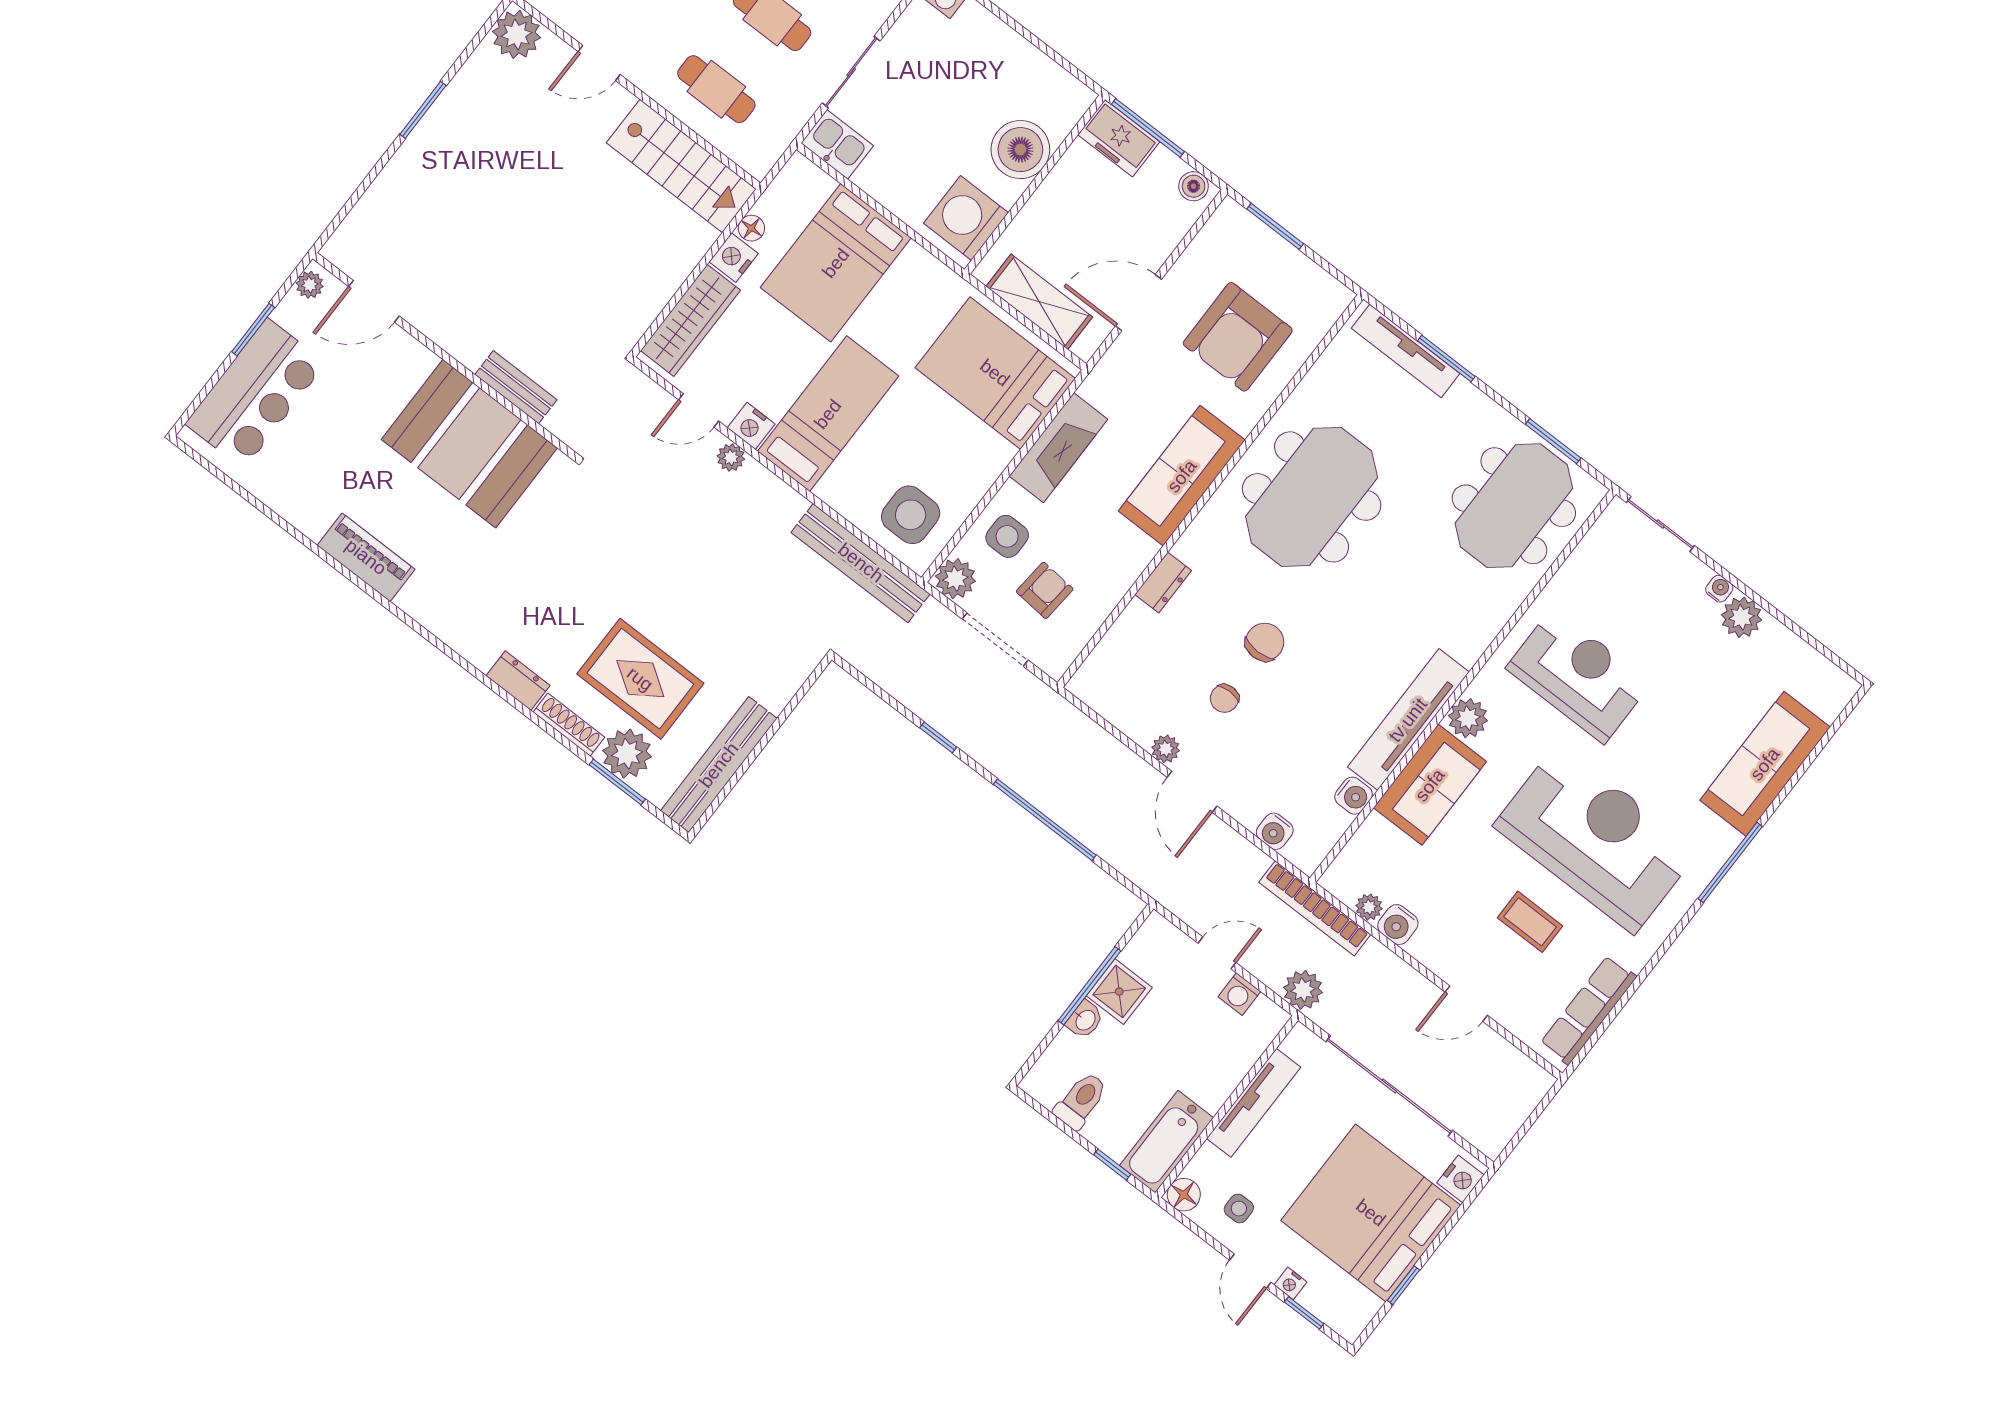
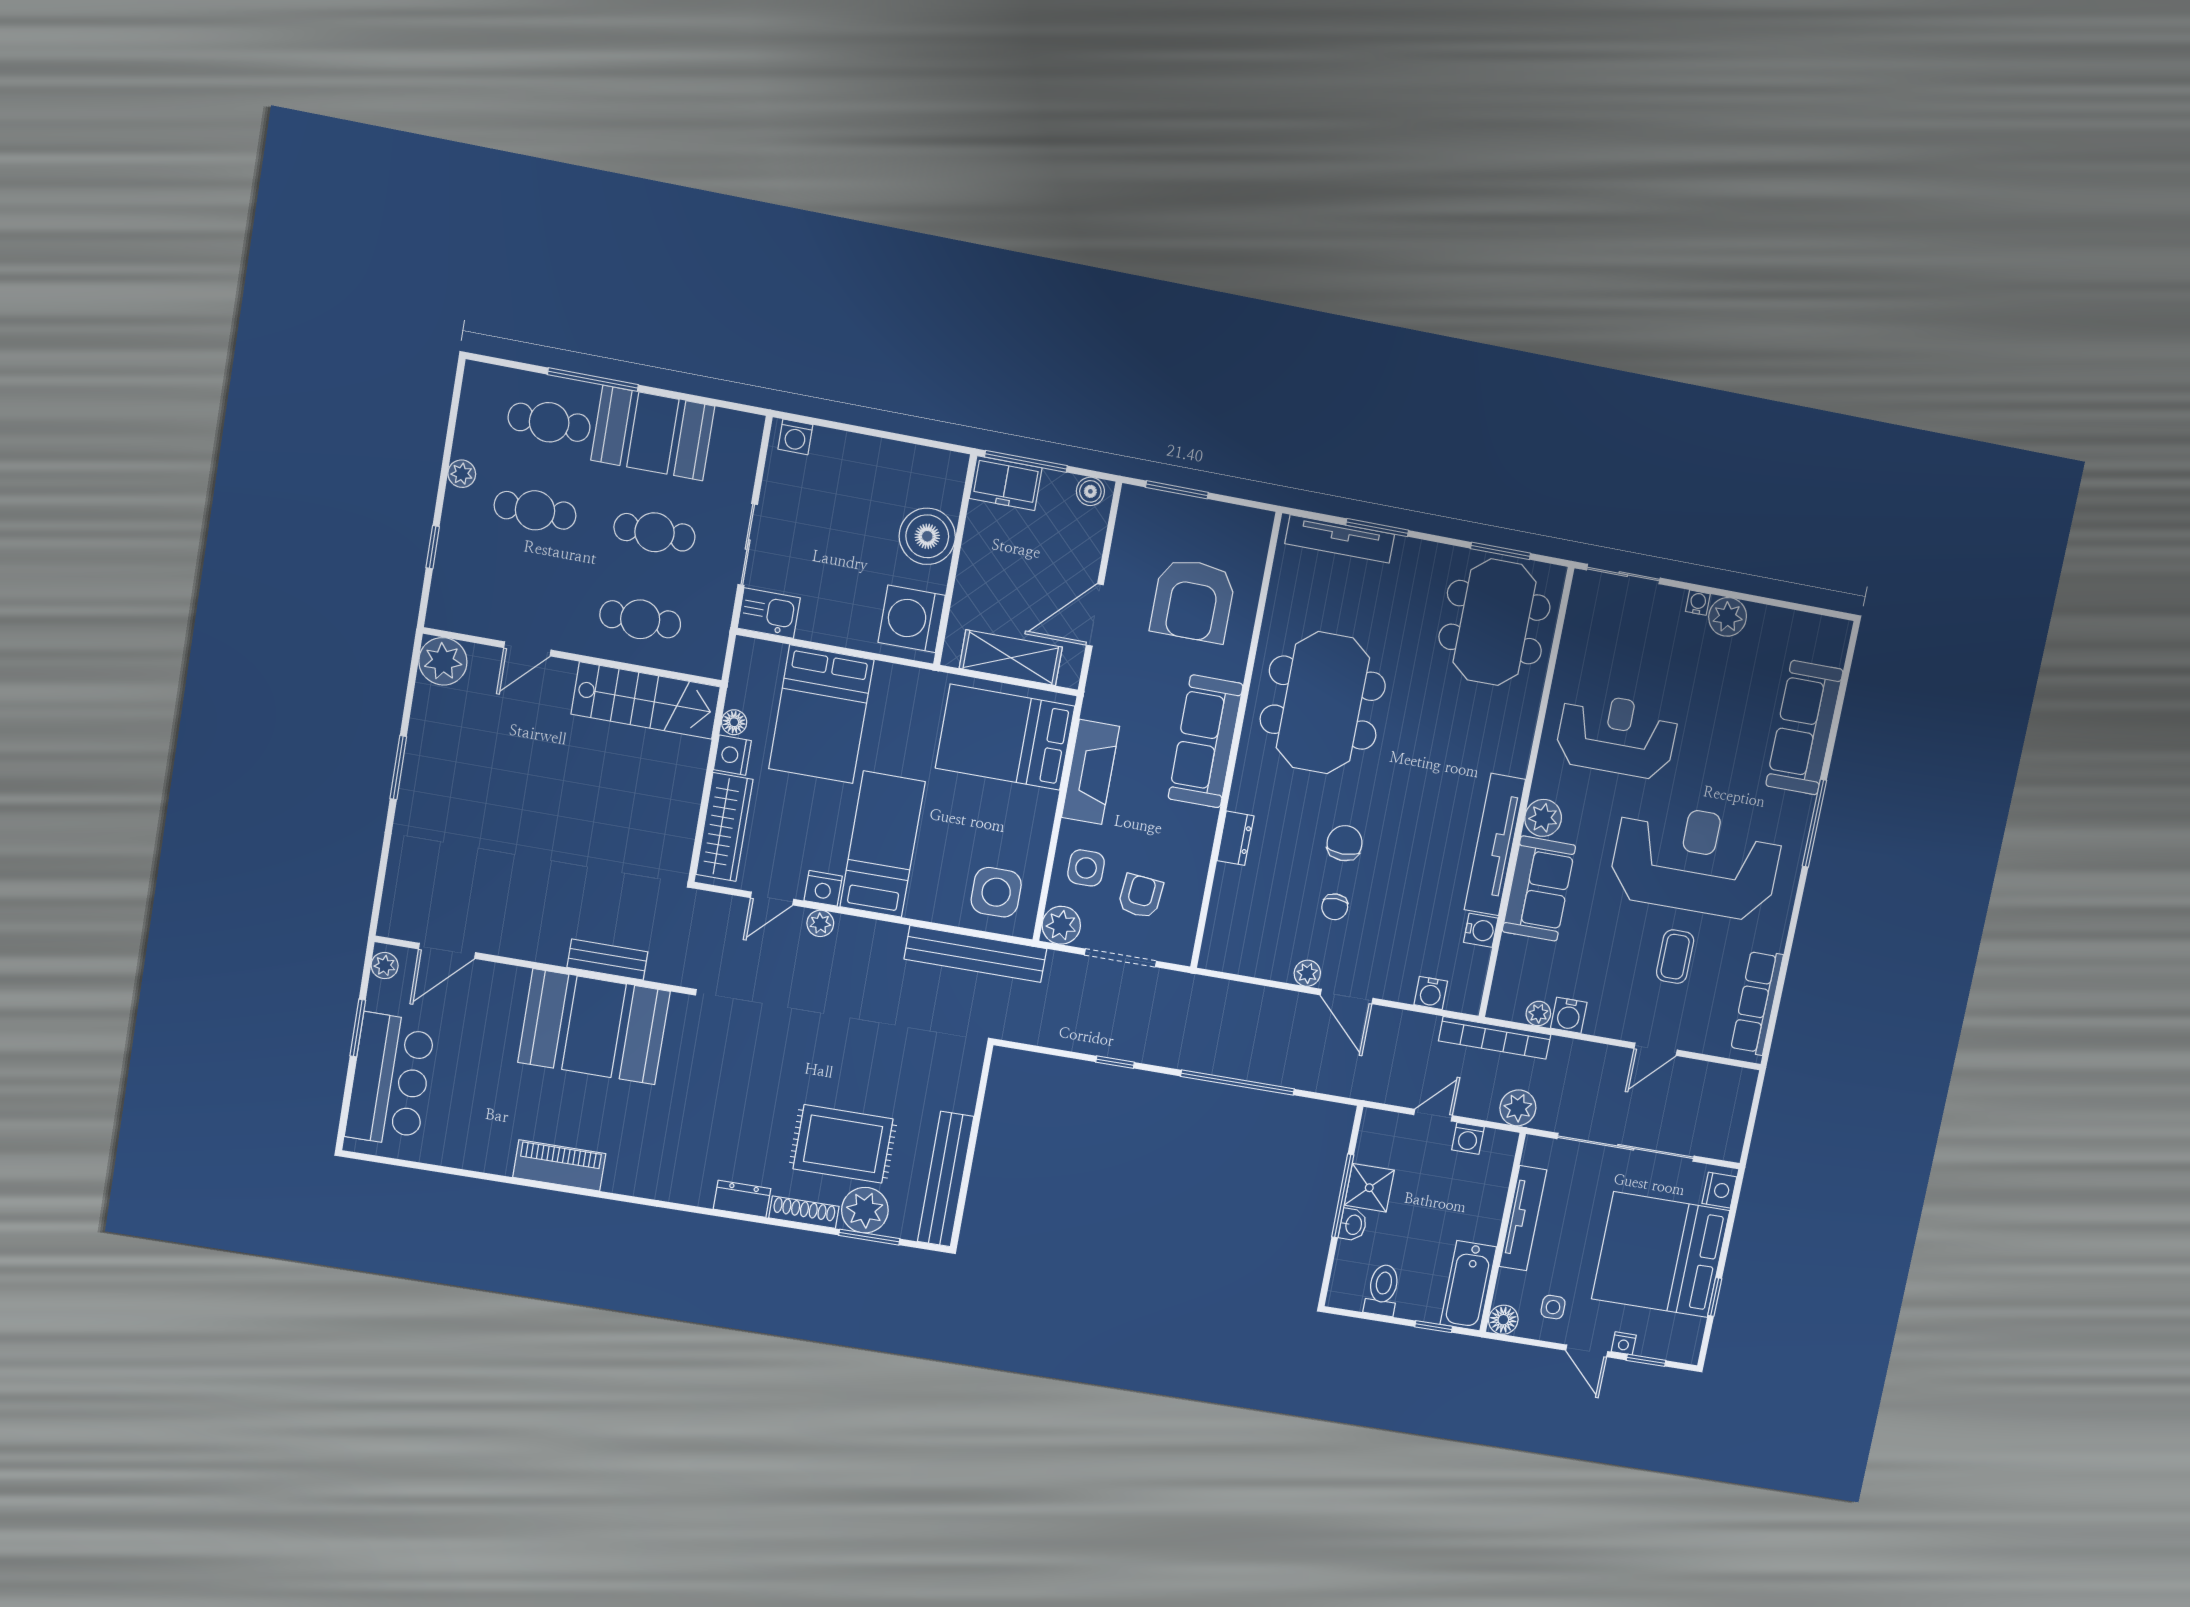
coffee table: (1530, 922) -> (1675, 957), turned 90

